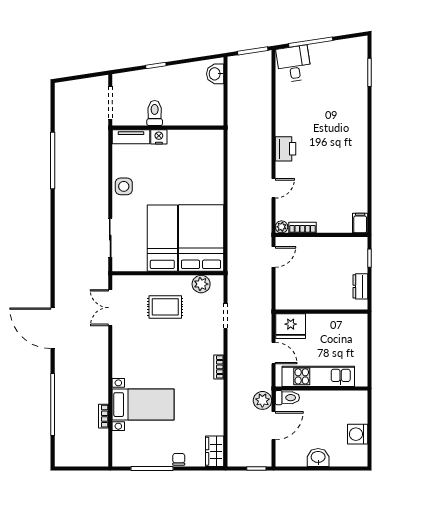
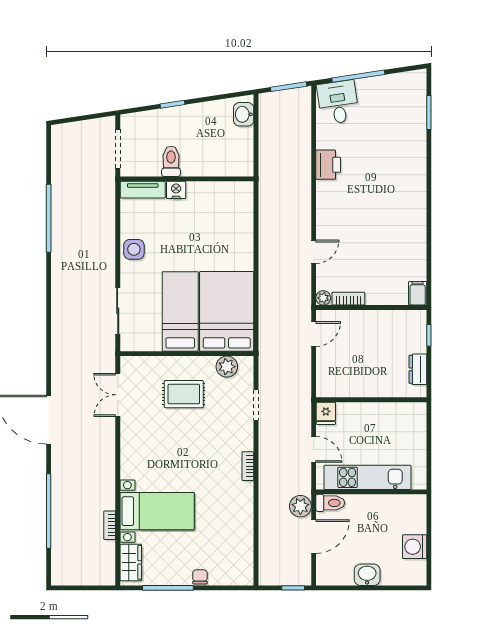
printer: (286, 149) -> (328, 165), moved
fridge: (291, 326) -> (326, 413), width x0.53, depth x0.75
wardrobe: (215, 451) -> (131, 562), moved, turned 180

